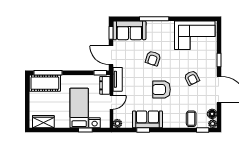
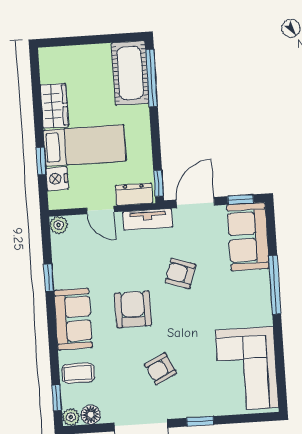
armchair: (153, 58) -> (180, 273), moved
sofa: (147, 119) -> (73, 319), moved
wardrobe: (43, 122) -> (54, 106), moved

